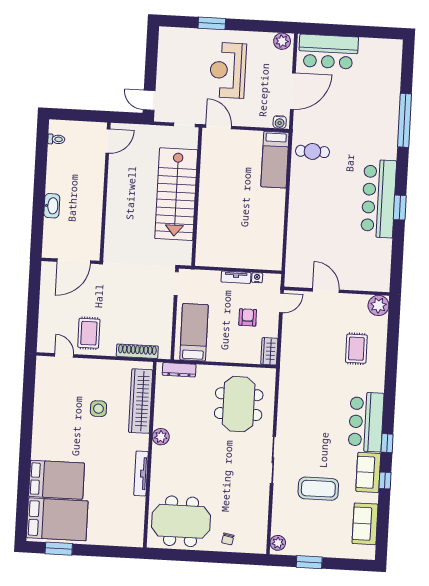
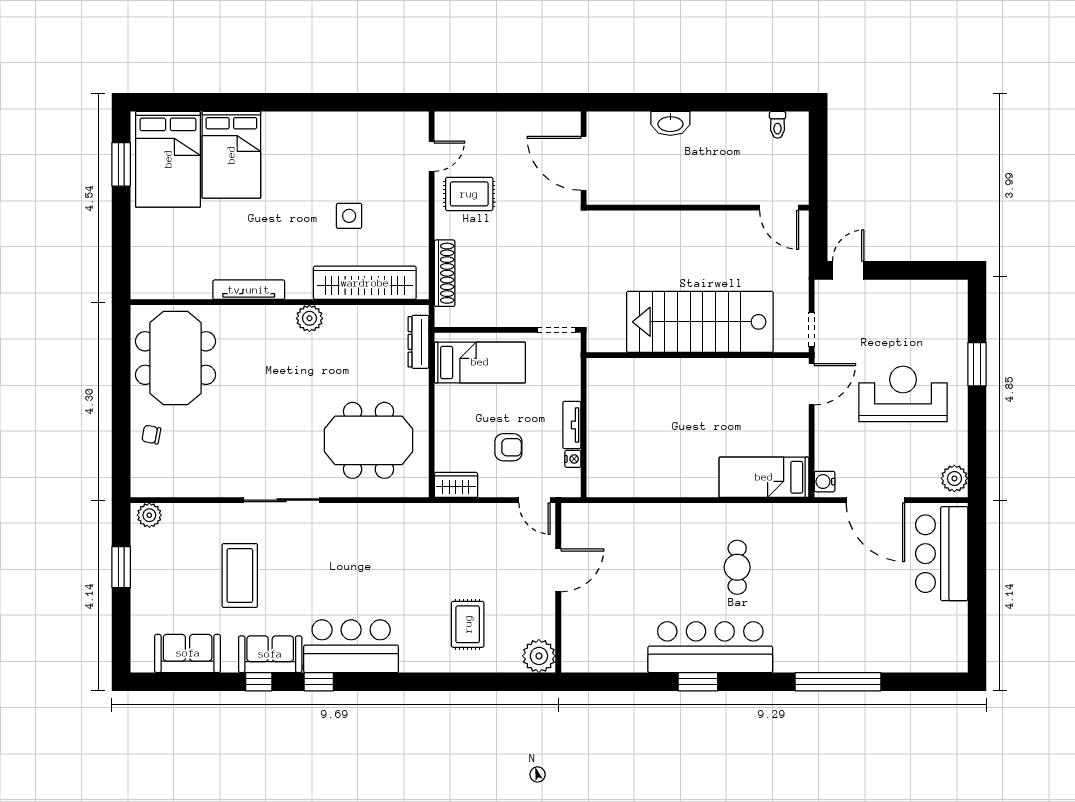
cafe table: (312, 151) -> (737, 567), moved
rug: (356, 349) -> (468, 624), turned 90

